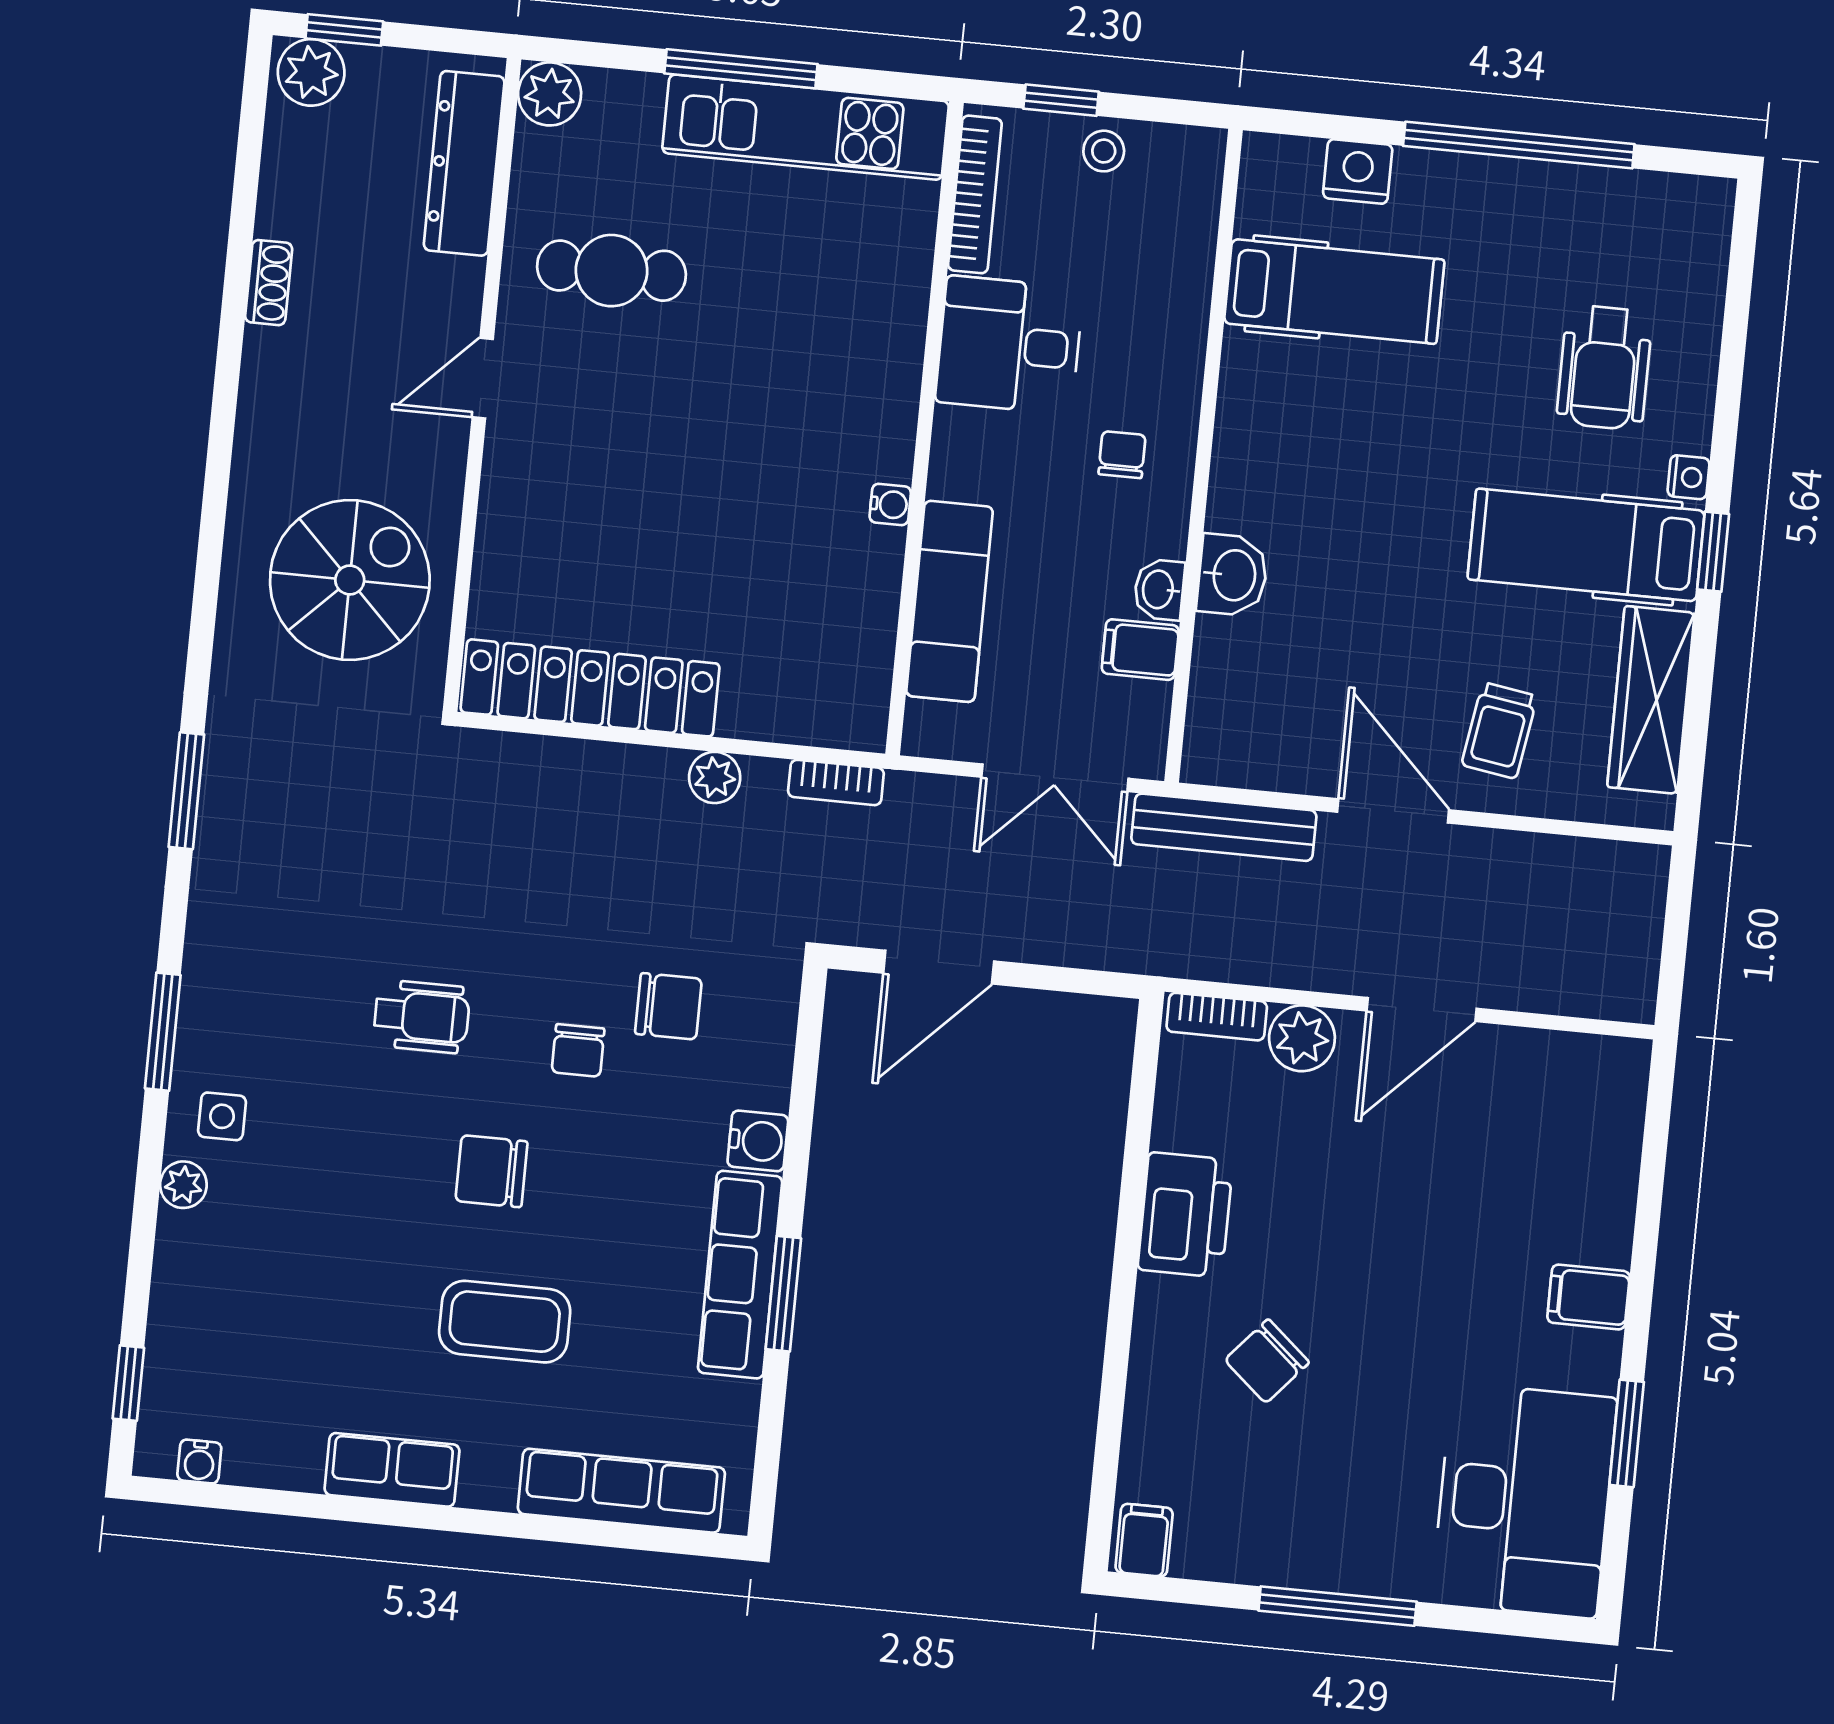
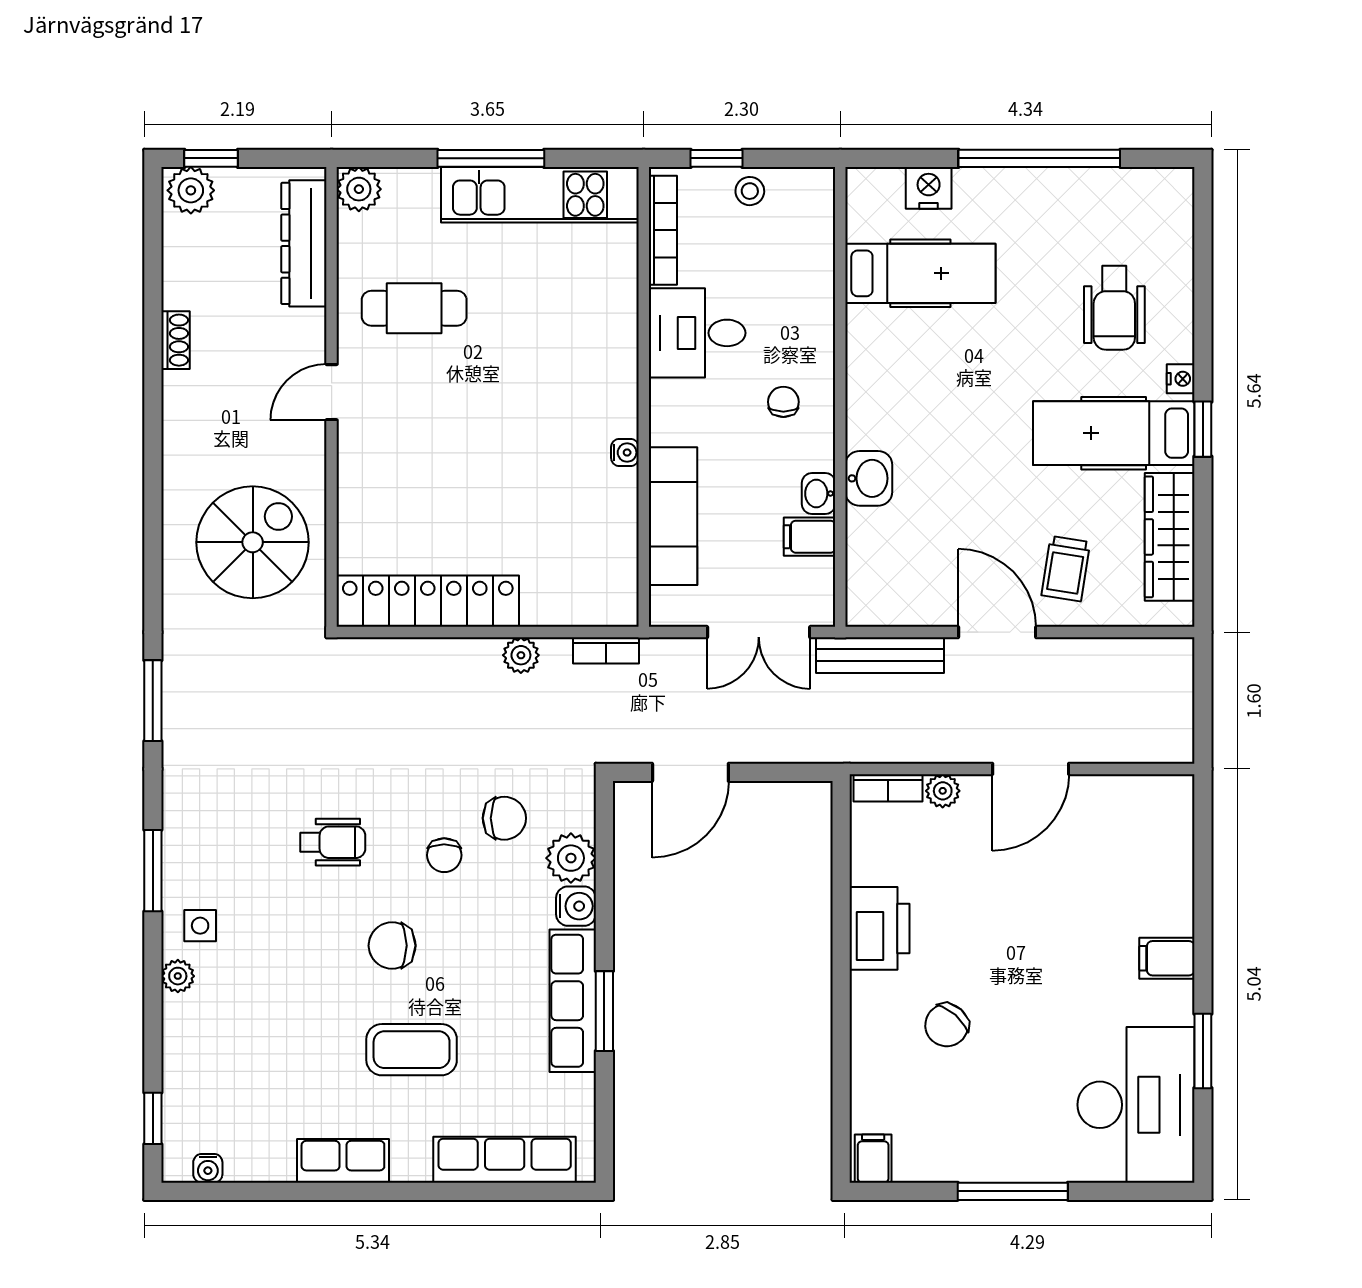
plant: (1302, 1038) -> (943, 791), width x0.73, depth x0.73
plant: (757, 1072) -> (571, 858), added

